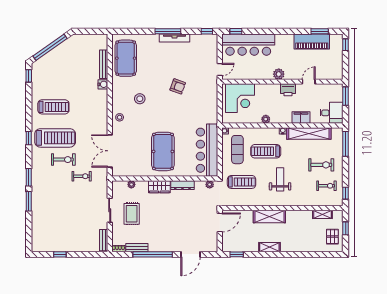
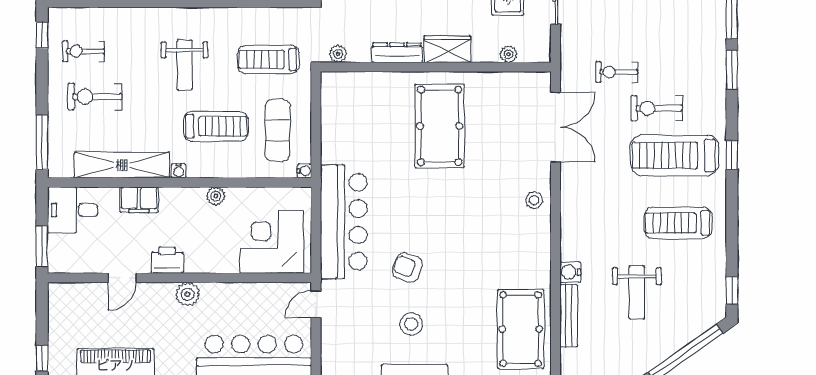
weight bench: (72, 75) -> (637, 292), added
stool: (140, 99) -> (411, 324), moved
bar counter: (207, 150) -> (344, 222), moved

